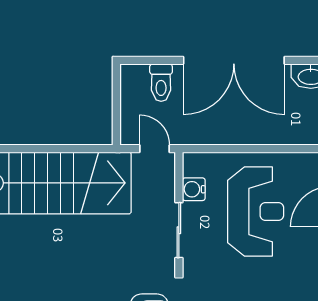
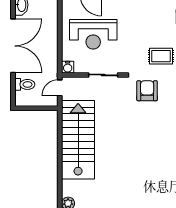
water cooler: (194, 189) -> (68, 67), moved
reception desk: (256, 212) -> (93, 34), turned 180

